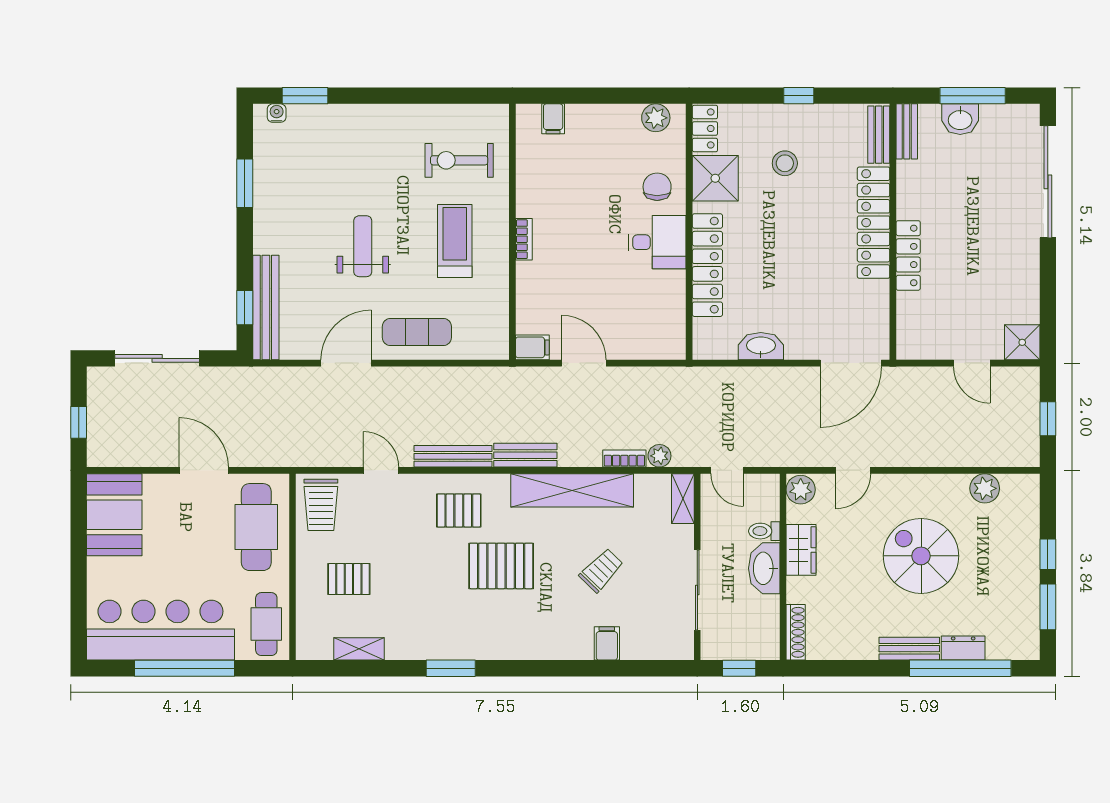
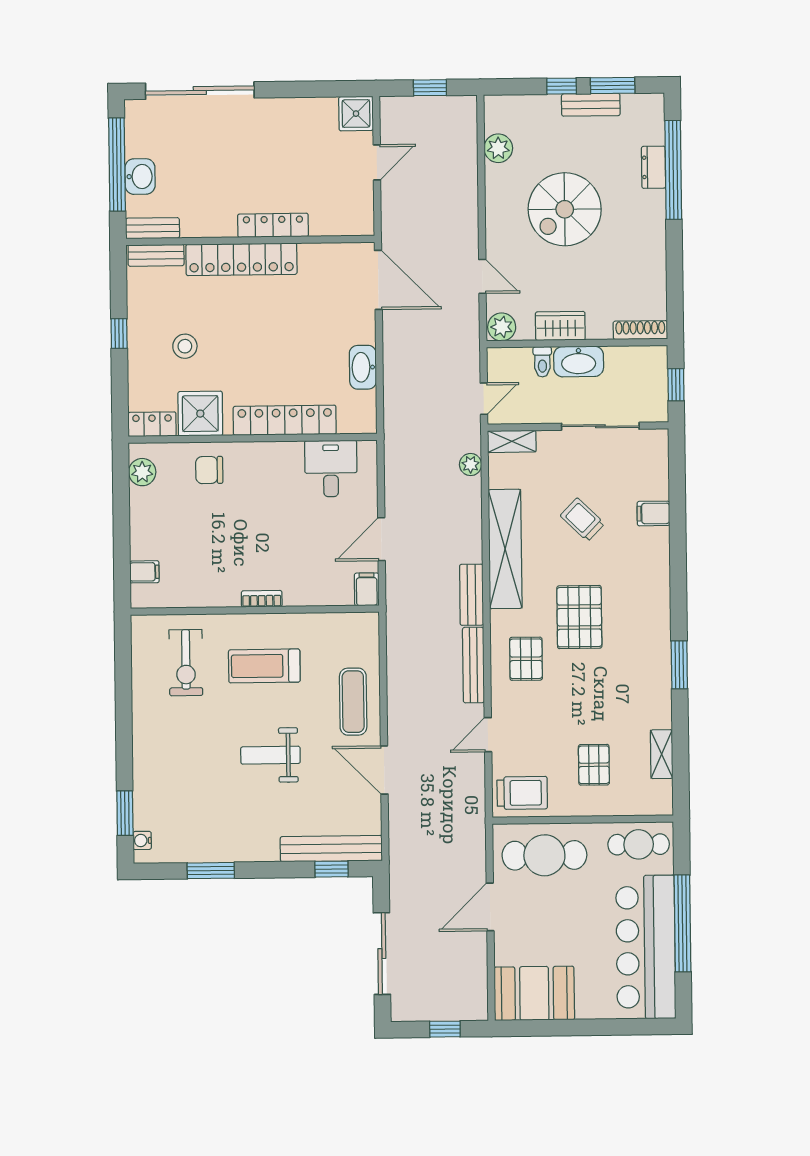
window: (973, 96) -> (117, 165), width x1.46
desk: (657, 242) -> (331, 469), moved
bookcase: (624, 459) -> (474, 499), removed
bench: (909, 649) -> (591, 105), moved, turned 90

